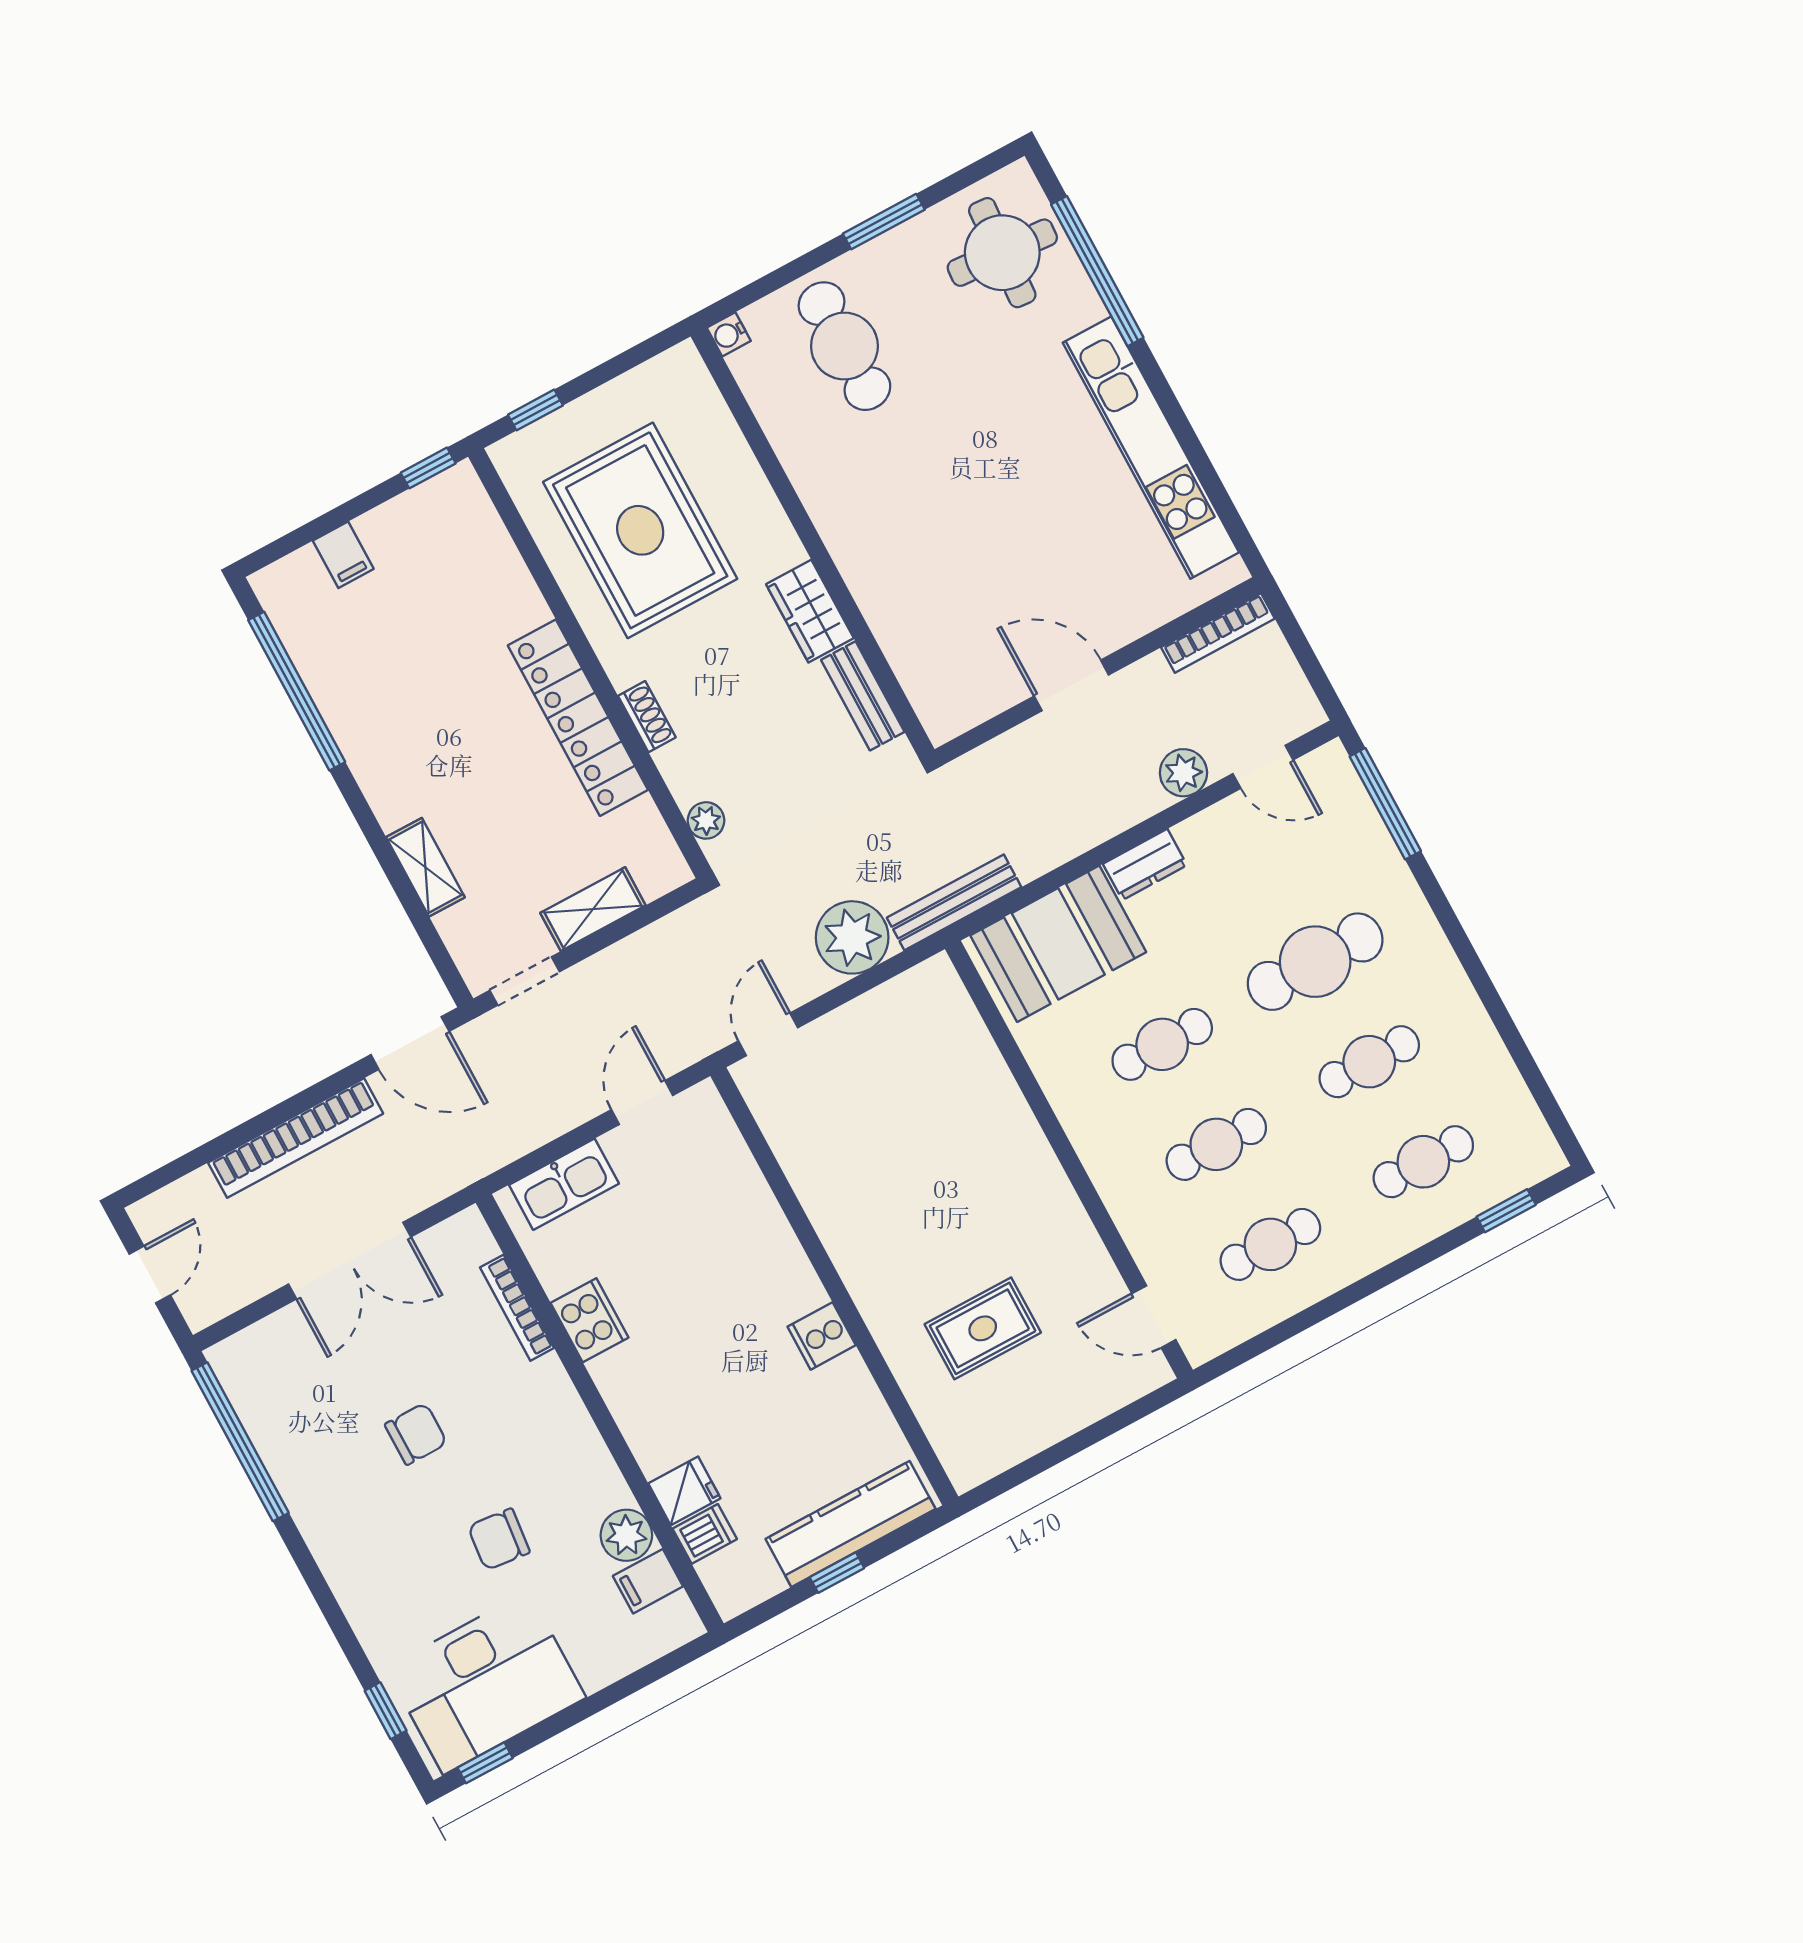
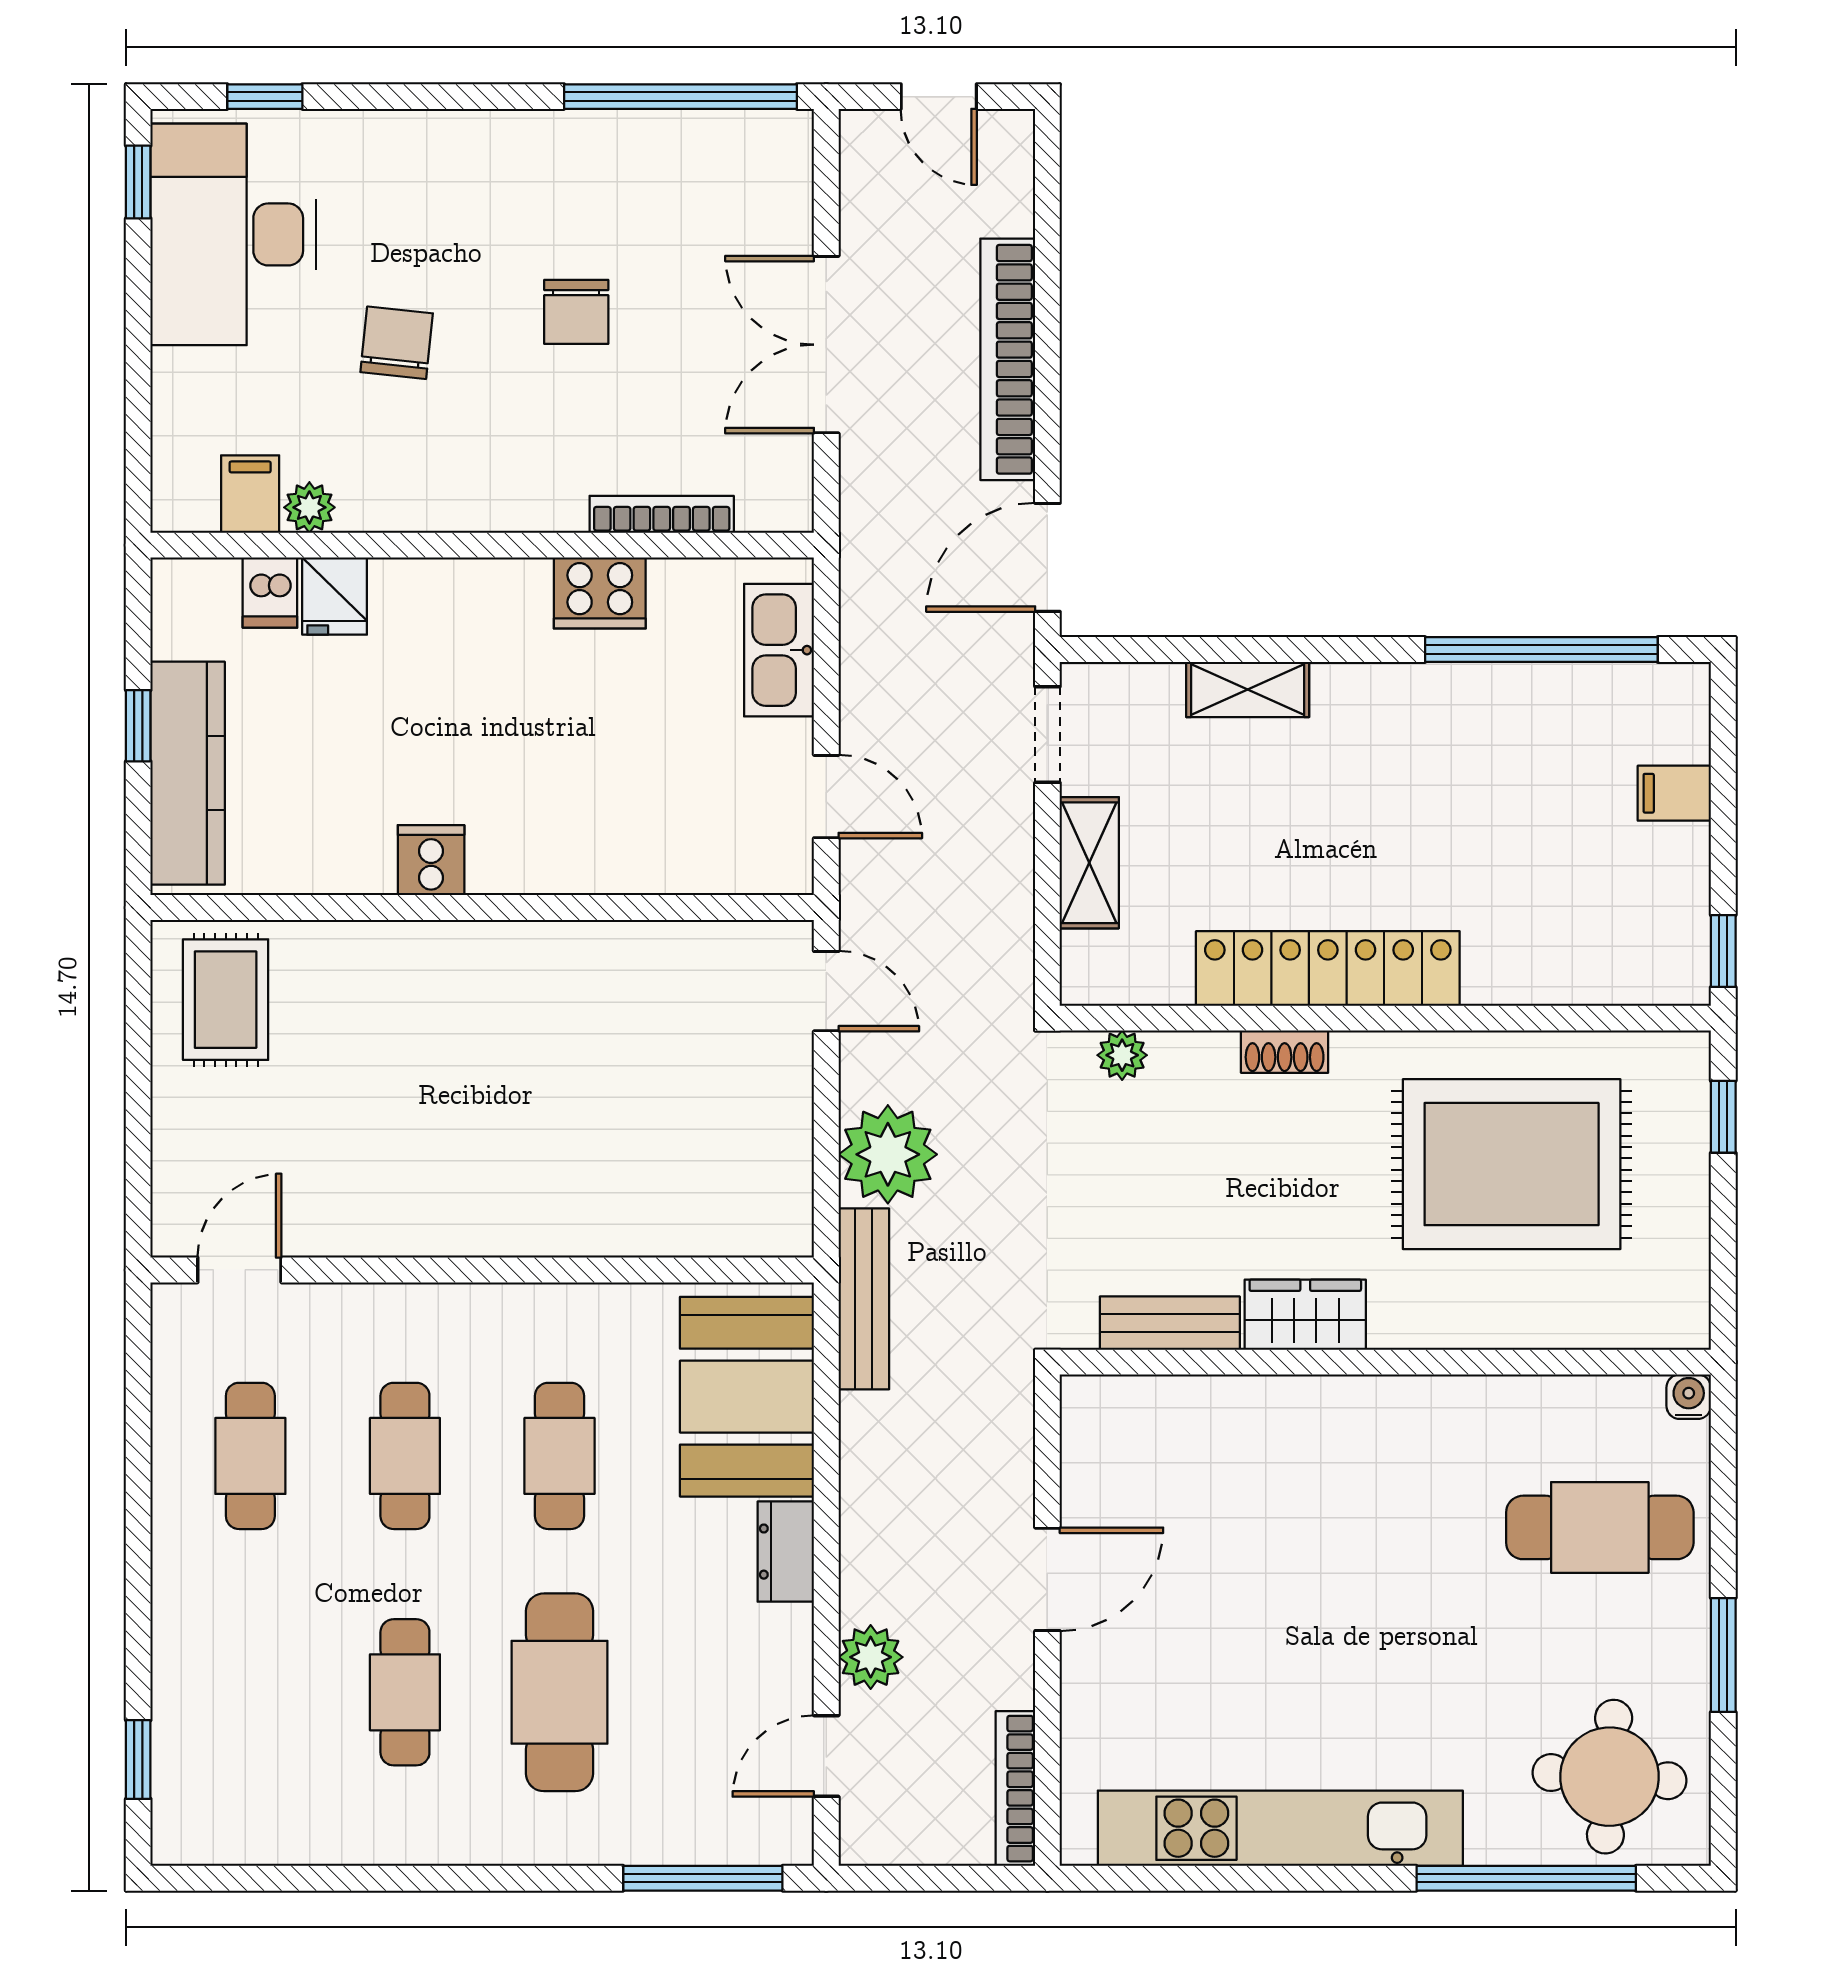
cafe table: (1423, 1162) -> (250, 1692), removed
rug: (983, 1328) -> (226, 1000), moved
plant: (626, 1535) -> (309, 507), width x0.73, depth x0.73

